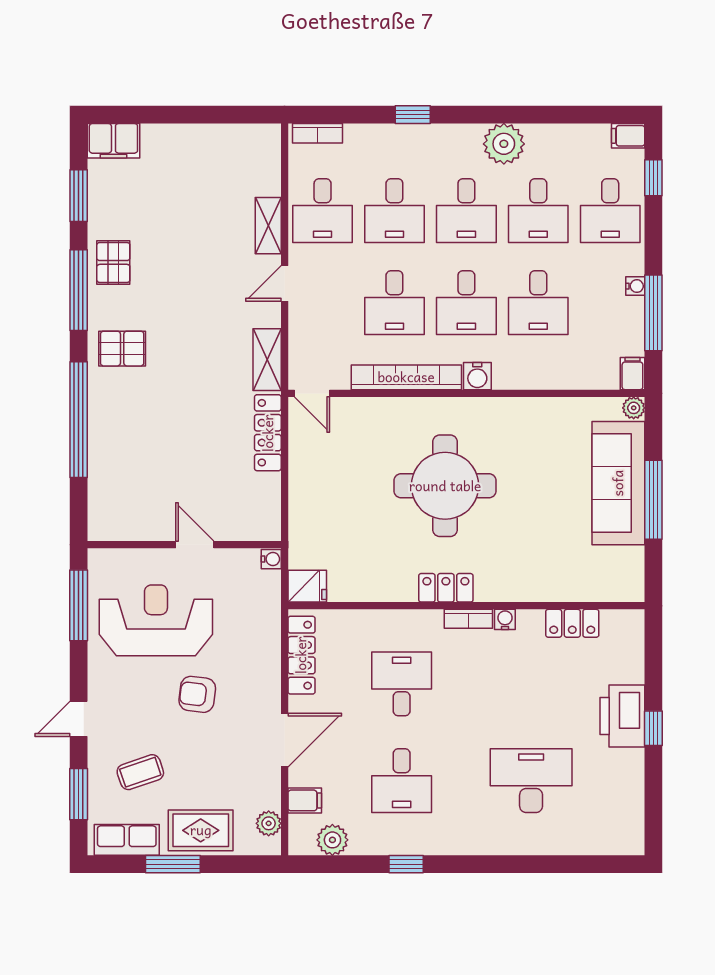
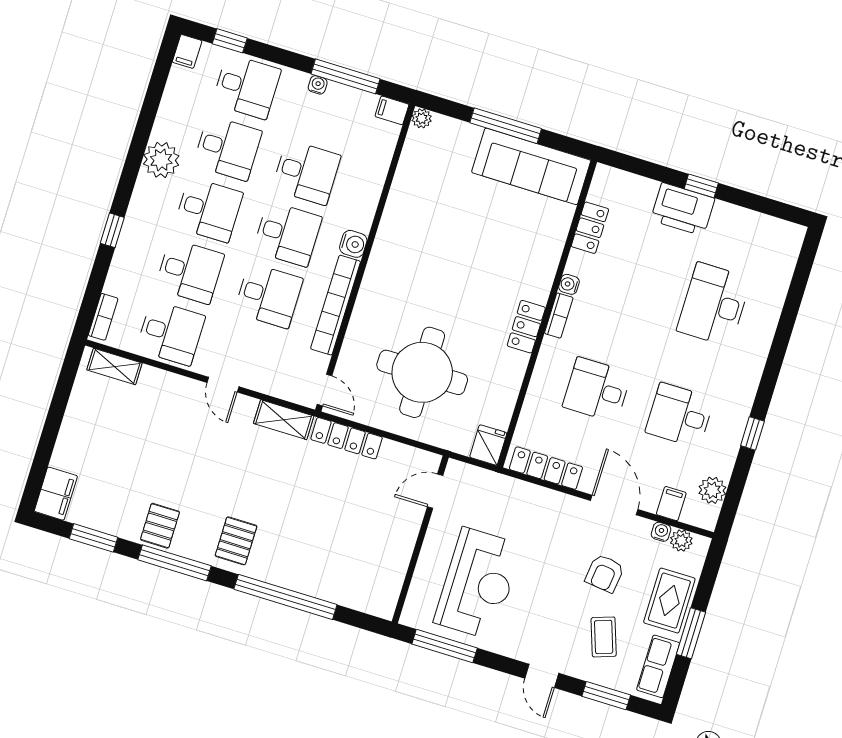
shelving: (268, 226) -> (114, 366), moved
pallet: (113, 262) -> (160, 526), turned 90
door: (312, 393) -> (324, 390), hinge flipped
sofa: (618, 483) -> (531, 166), moved
round table: (445, 486) -> (422, 372), moved
door: (195, 545) -> (435, 491), moved
water cooler: (271, 559) -> (661, 532), moved
reception desk: (156, 620) -> (478, 584), turned 180
armchair: (197, 694) -> (605, 573), moved
desk: (402, 781) -> (680, 415), turned 180

